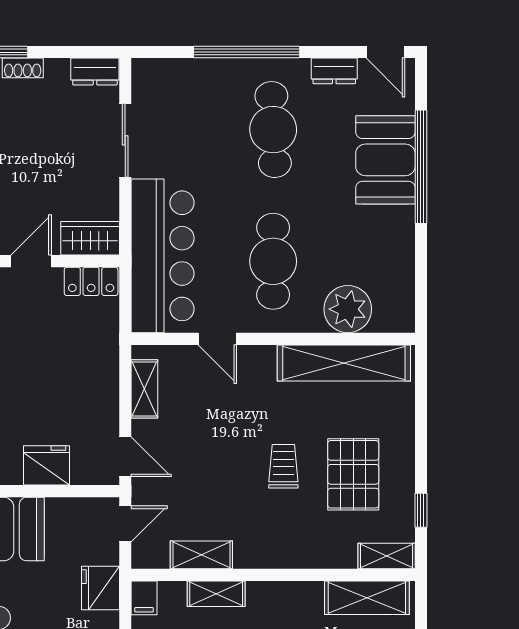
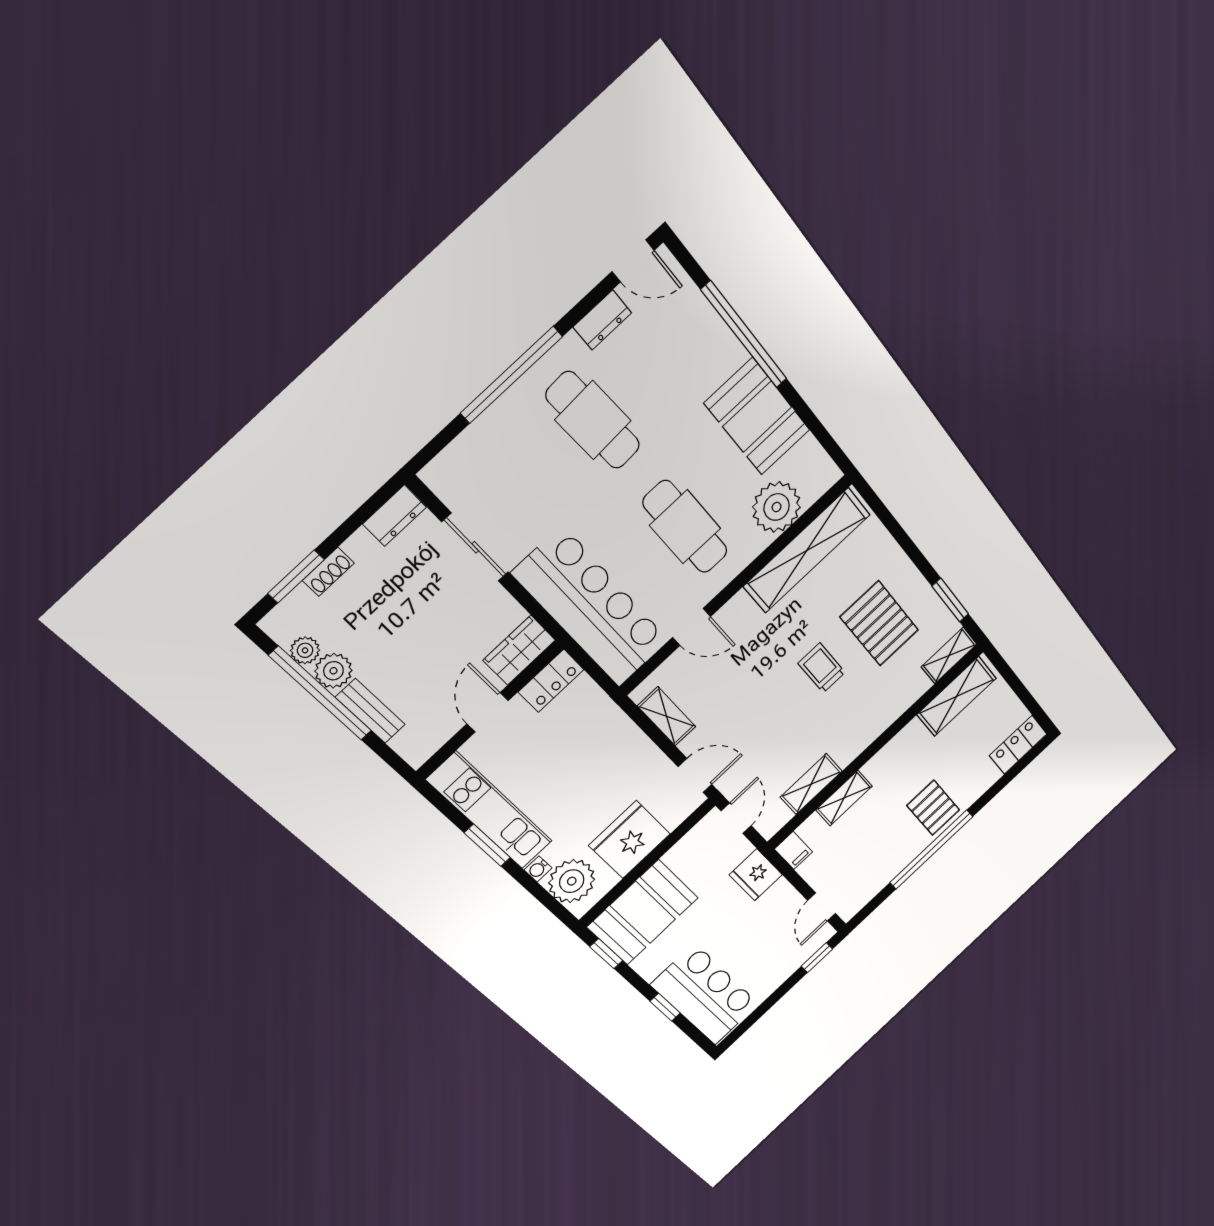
booth: (385, 160) -> (757, 417), moved
fridge: (46, 465) -> (630, 840), width x1.36, depth x1.34
window: (421, 510) -> (950, 600), width x1.50

